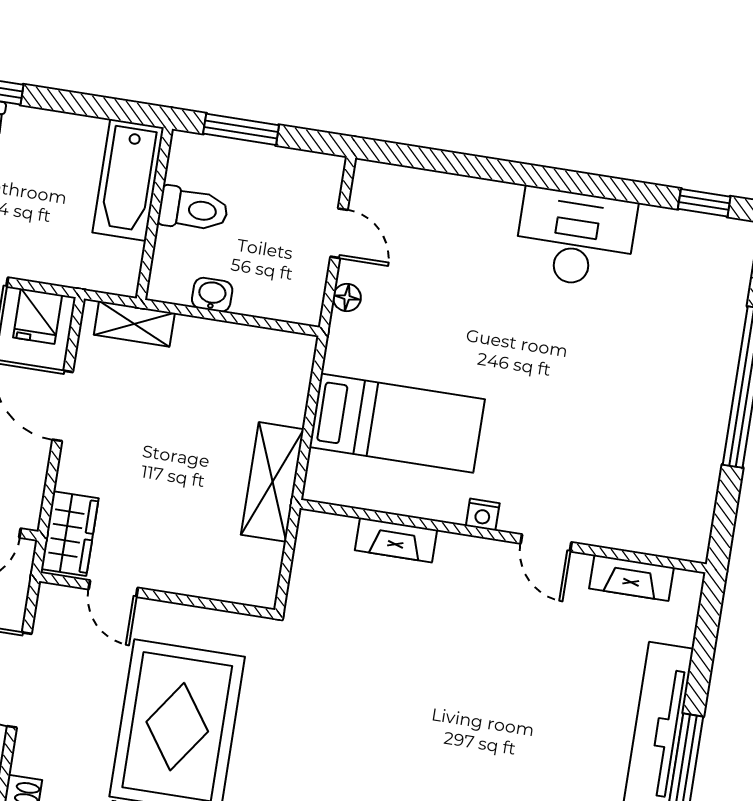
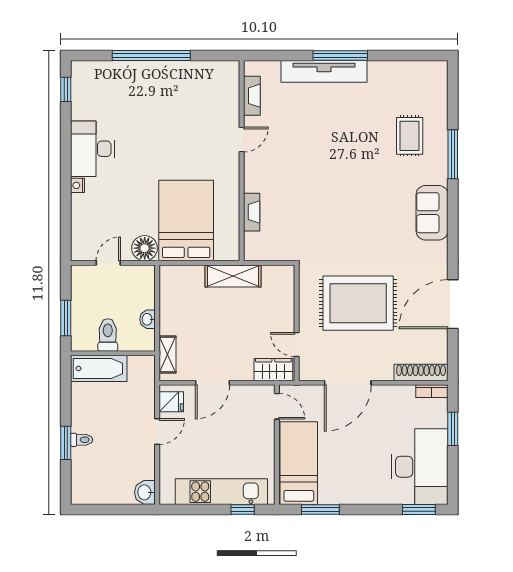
floor lamp: (347, 298) -> (145, 248), width x1.89, depth x1.89
bed: (397, 423) -> (186, 220), width x1.50
nightstand: (483, 515) -> (77, 185), moved, turned 180
door: (113, 589) -> (297, 345), swing flipped

